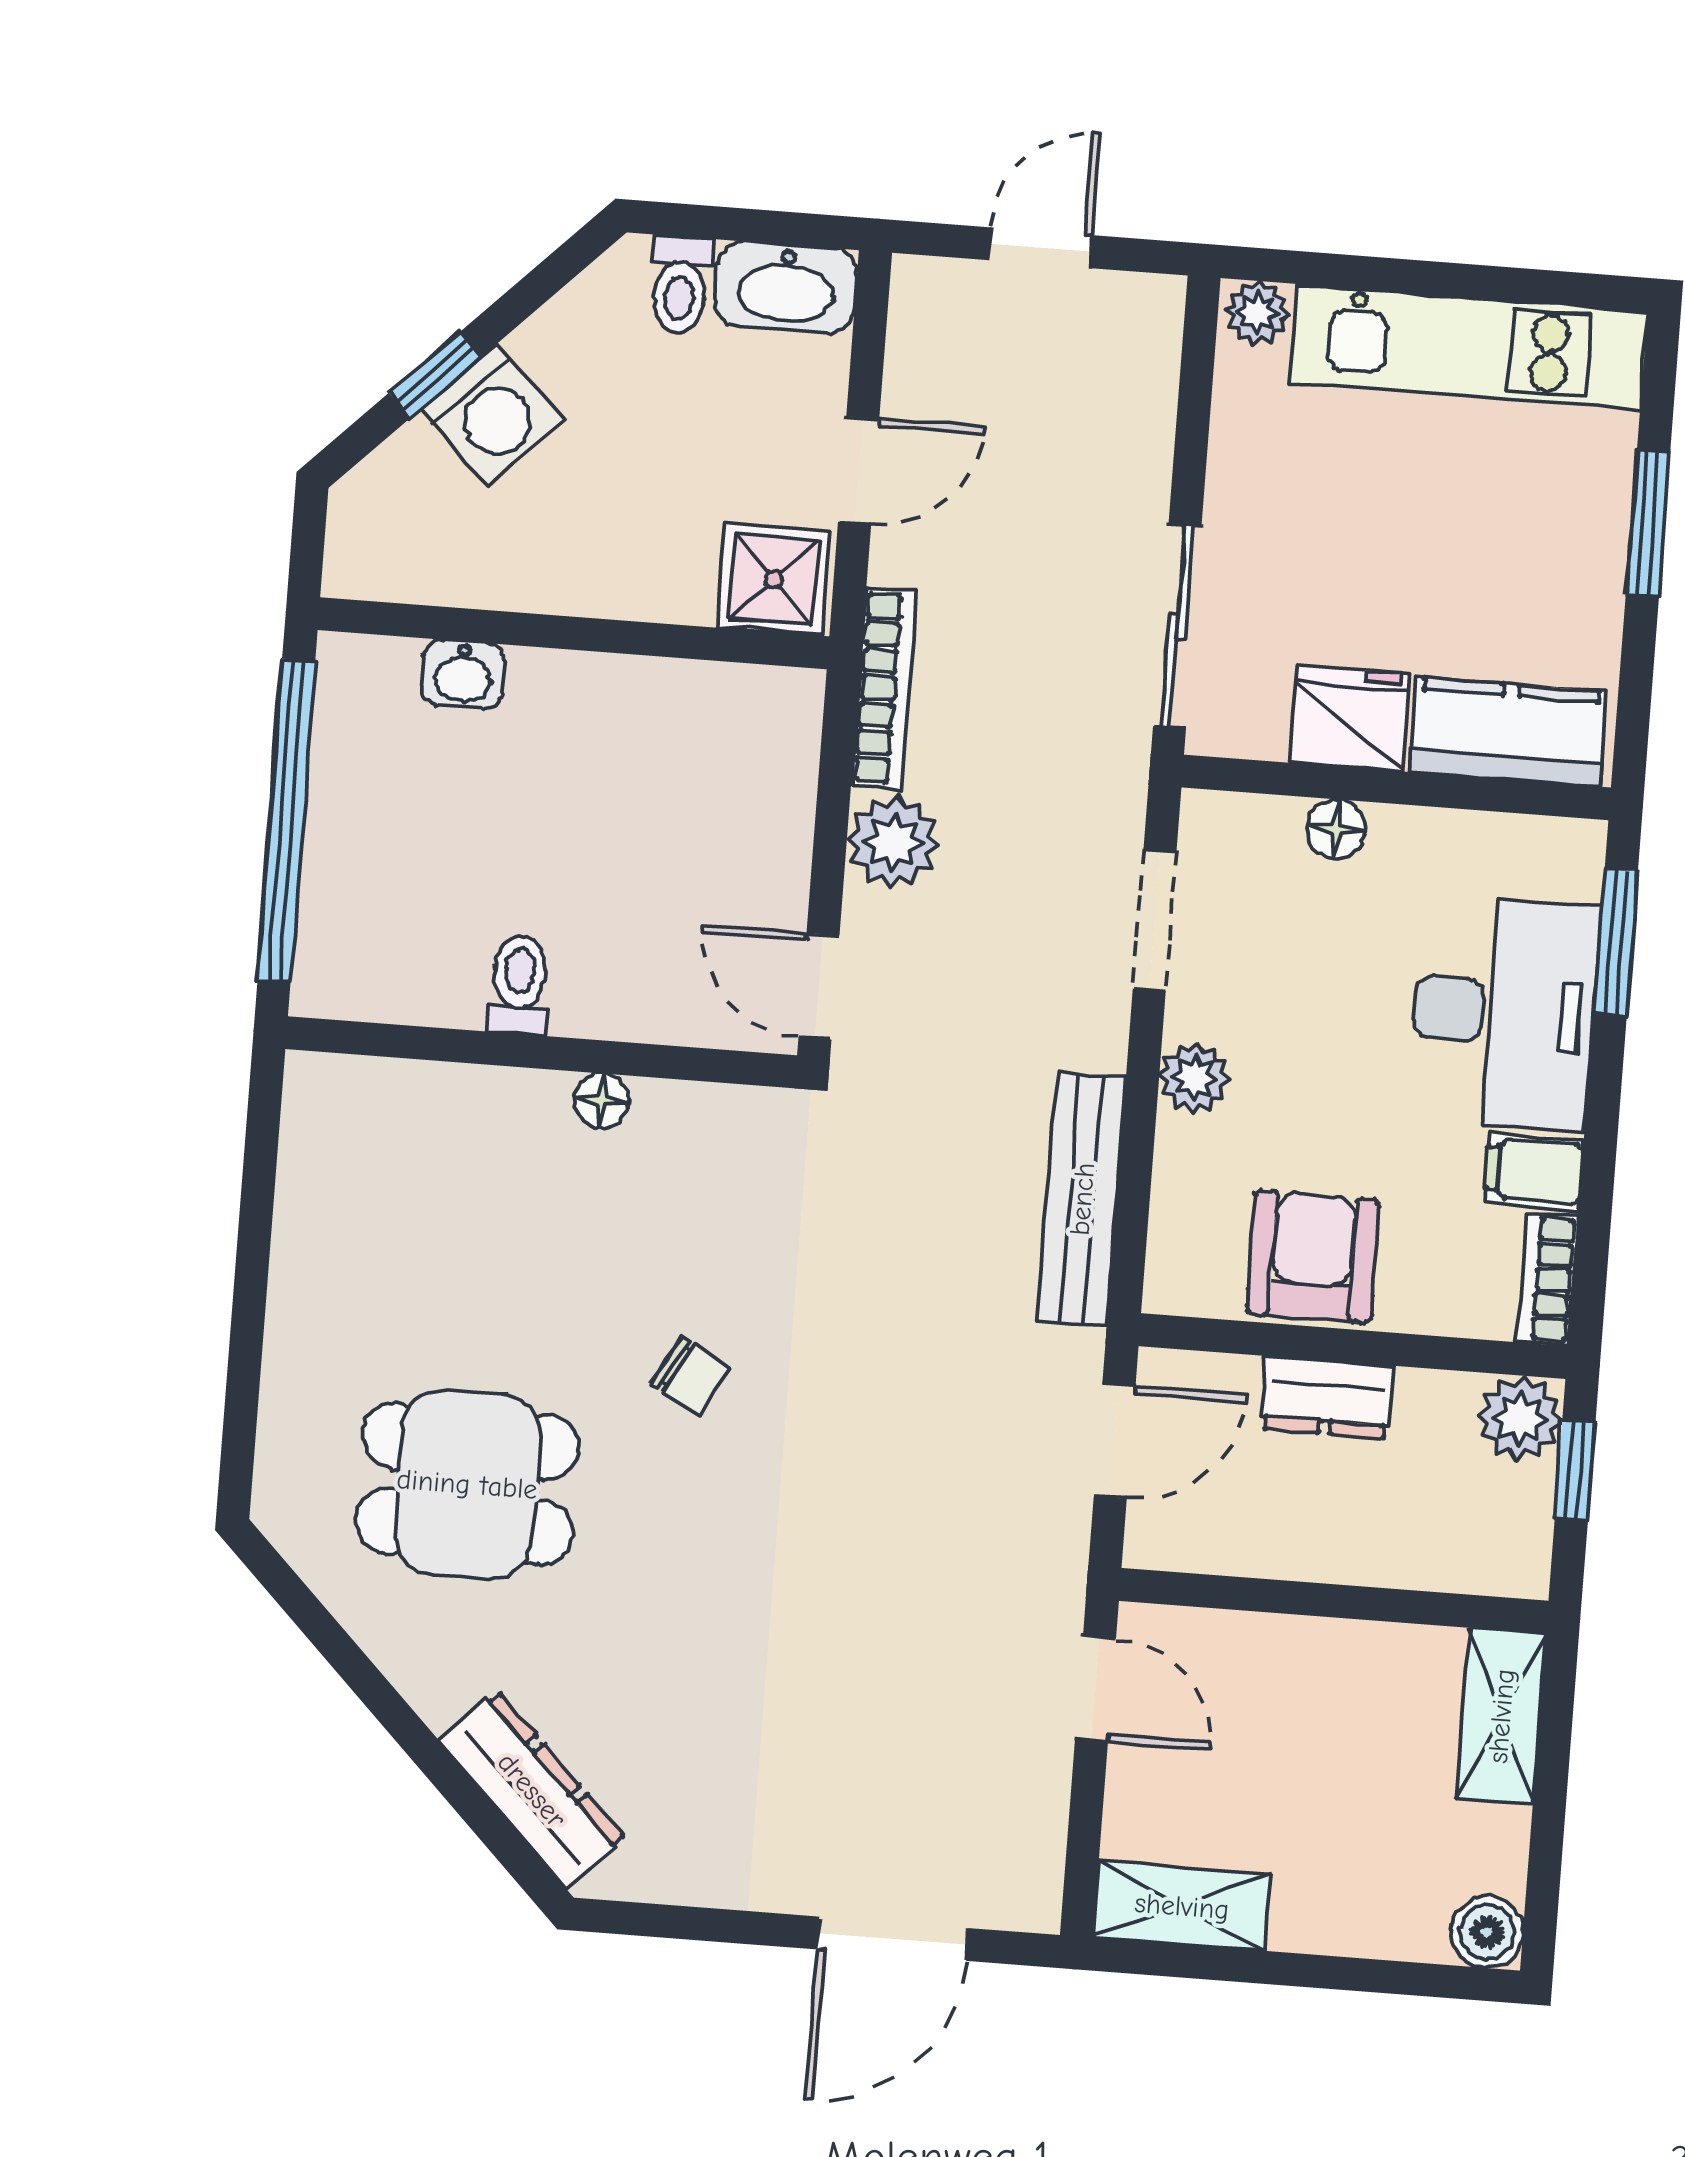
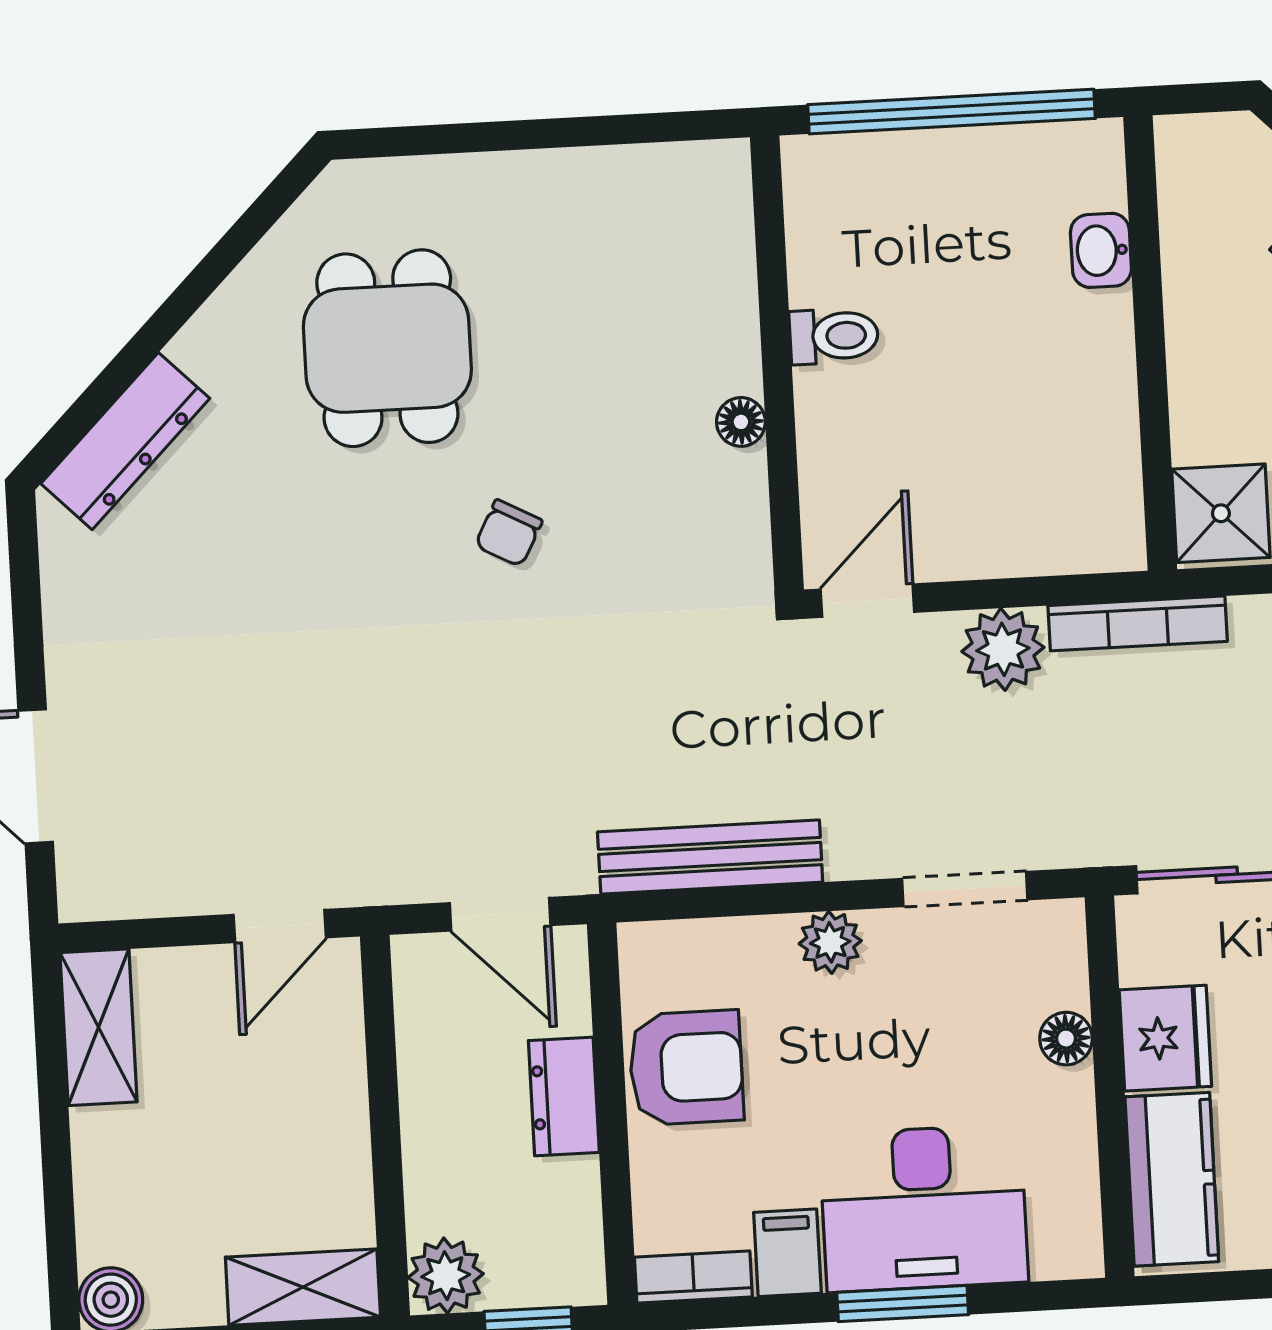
window: (1616, 942) -> (903, 1303), moved
plant: (1520, 1418) -> (446, 1276), moved

